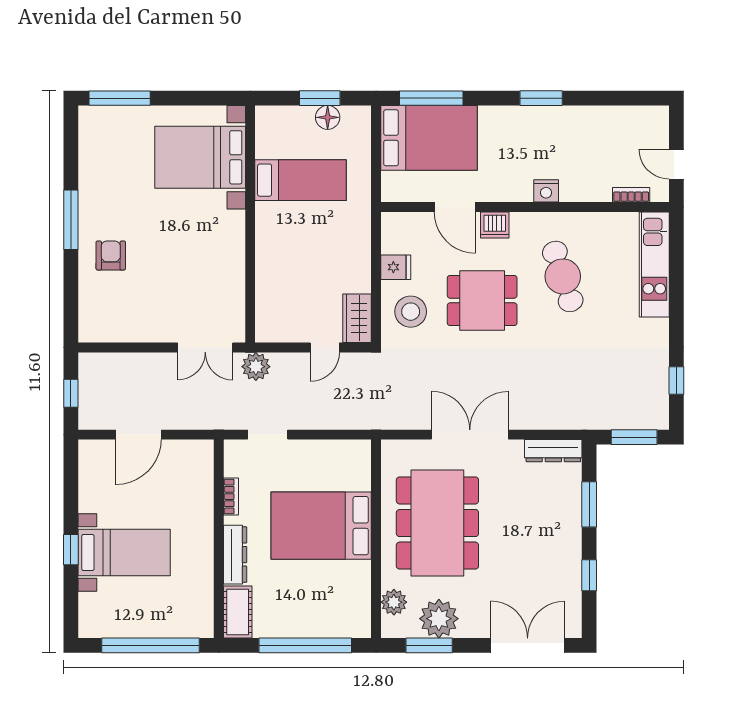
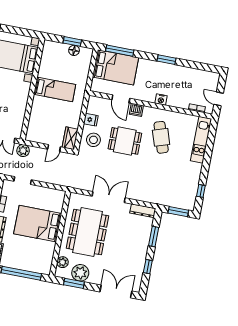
bed: (301, 180) -> (55, 89), moved

